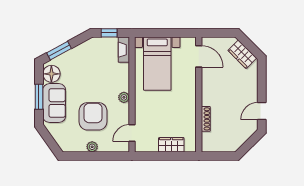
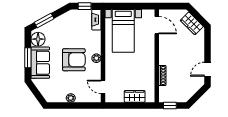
armchair: (93, 116) -> (74, 60), moved, turned 90
door: (132, 133) -> (103, 87), hinge flipped
window: (215, 156) -> (170, 105), added

